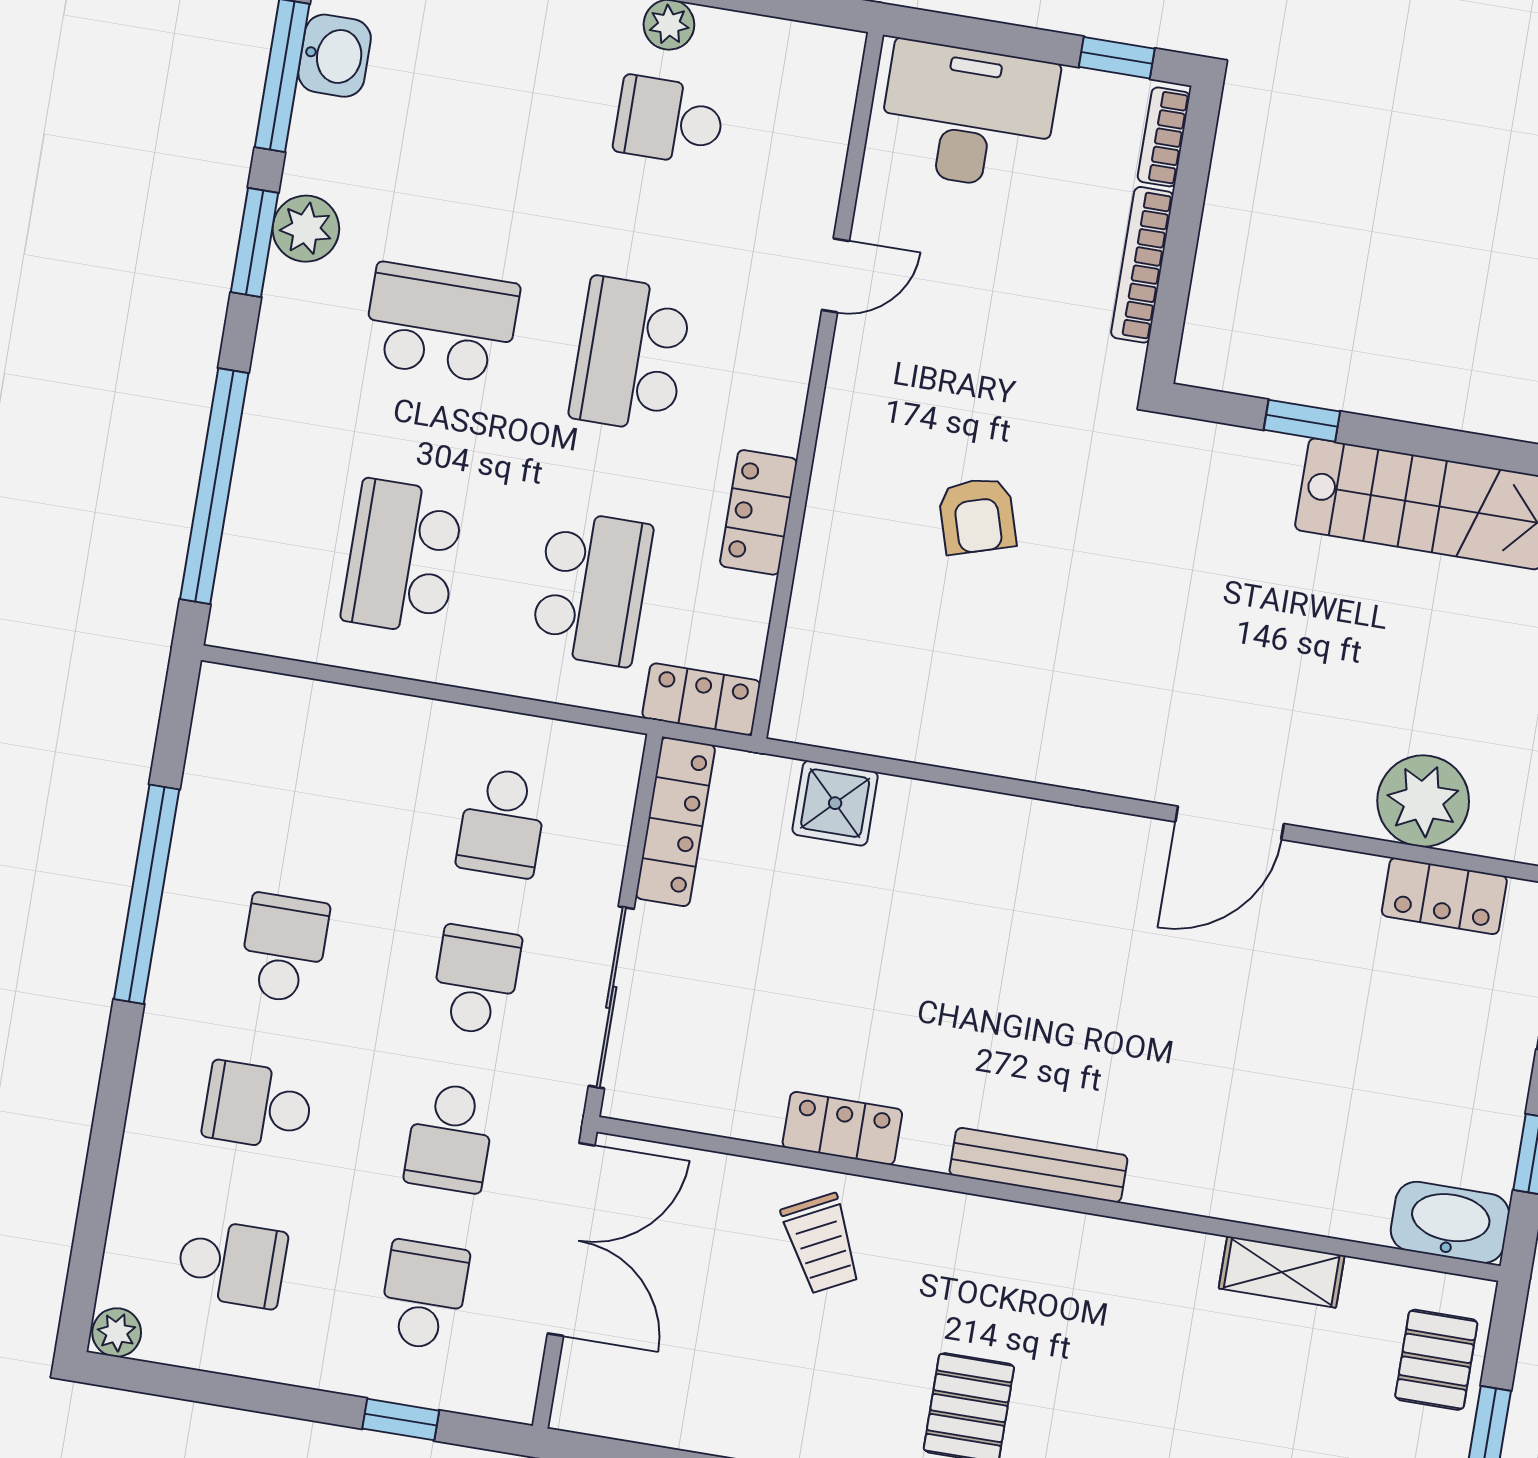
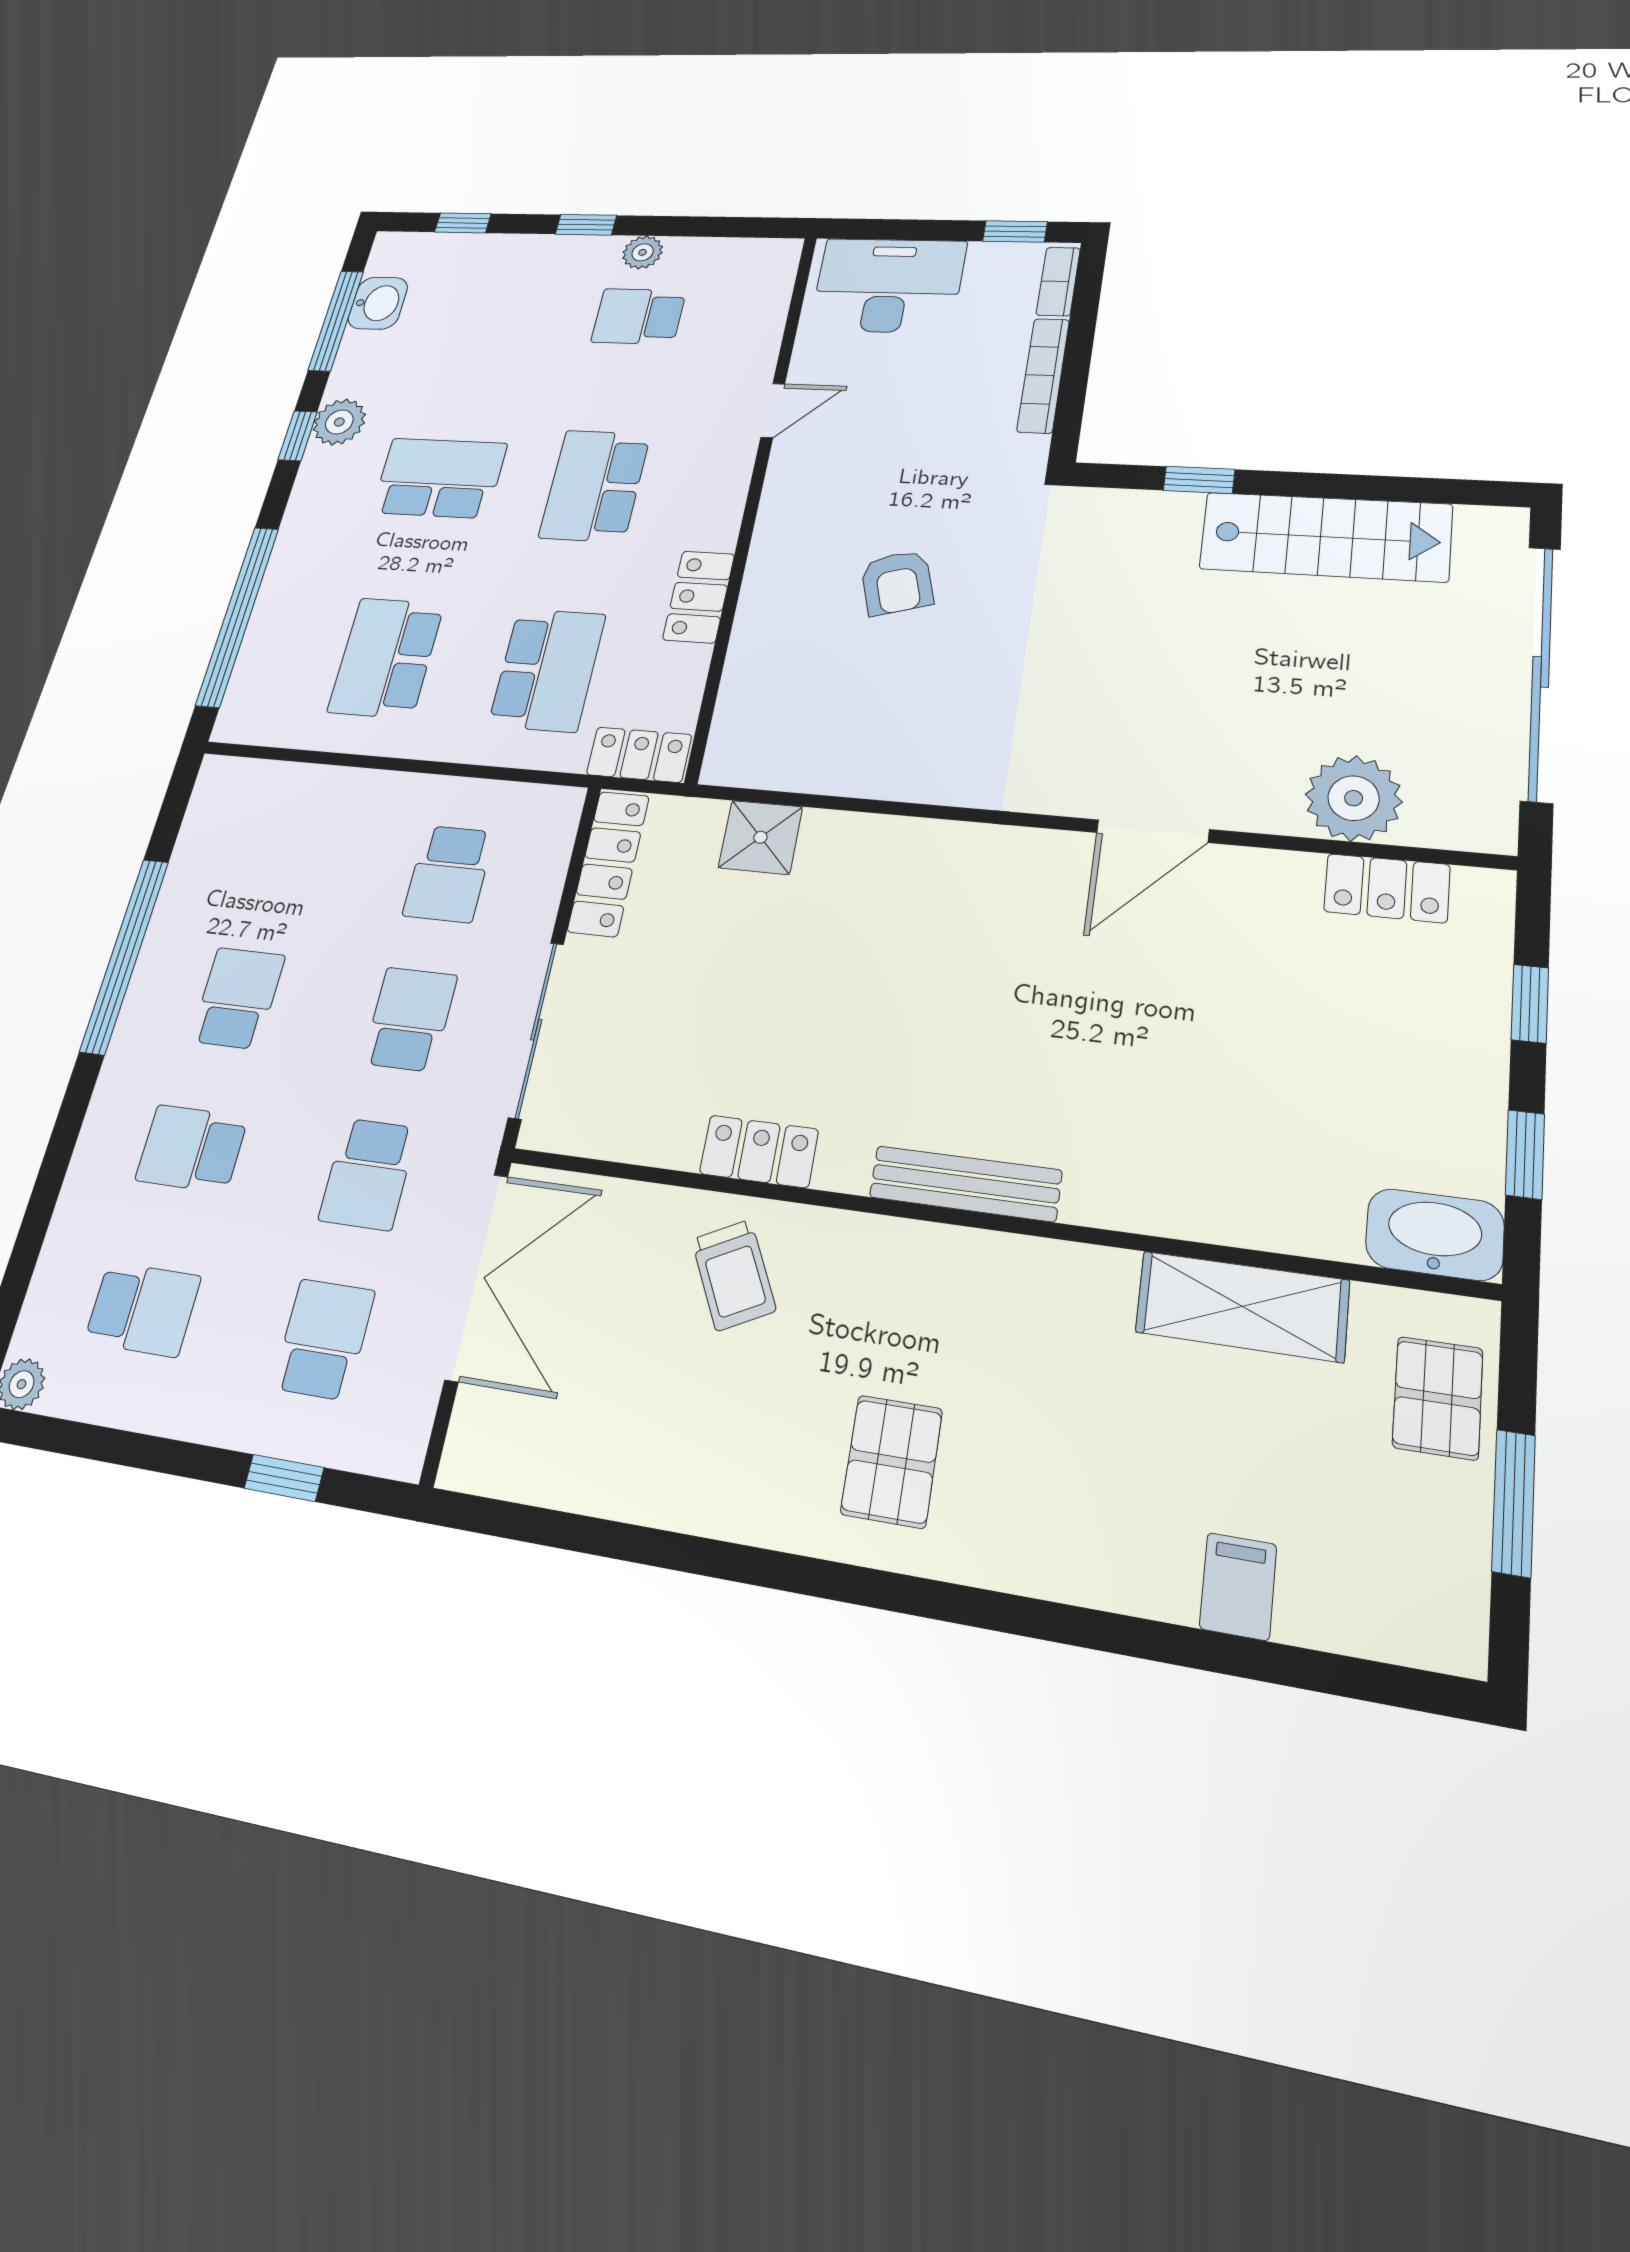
window: (255, 242) -> (298, 436), width x0.67
shelving: (1282, 1272) -> (1242, 1306), width x1.50, depth x1.33

